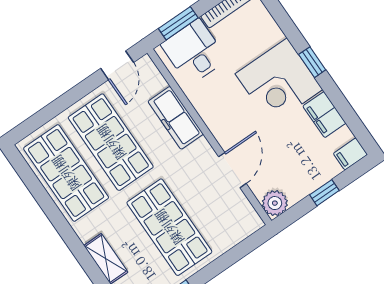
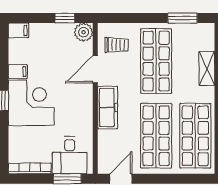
filing cabinet: (324, 115) -> (18, 72), width x0.50
freezer: (176, 118) -> (108, 107), moved
window: (324, 193) -> (65, 18), moved
trolley: (227, 215) -> (117, 45), added

